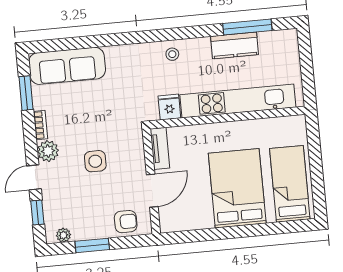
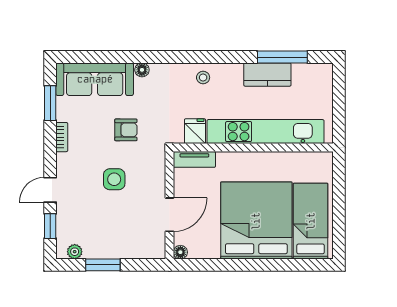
floor lamp: (112, 52) -> (142, 70), added
tv unit: (160, 148) -> (194, 159), moved, turned 90
plant: (48, 151) -> (67, 164), removed
bed: (237, 188) -> (256, 221), width x1.36
armchair: (126, 222) -> (126, 130), moved
floor lamp: (166, 226) -> (180, 252), added

